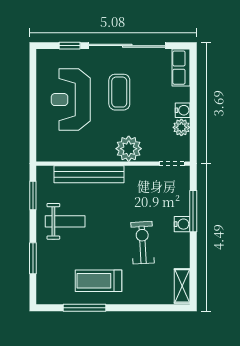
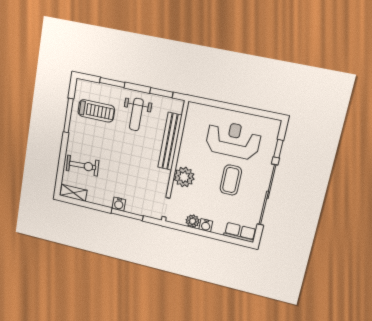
coffee table: (119, 92) -> (231, 180), turned 90
exercise bike: (143, 243) -> (82, 166), moved
treadmill: (98, 281) -> (96, 111), moved, turned 90

